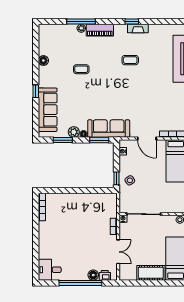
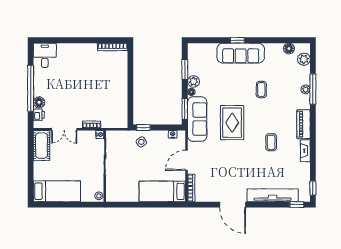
window: (132, 21) -> (313, 188), moved
plant: (53, 30) -> (304, 59), added
piano: (100, 30) -> (304, 124), moved
floor lamp: (43, 61) -> (289, 49), moved
rug: (112, 96) -> (232, 123), added
sofa: (48, 110) -> (241, 53), moved
cot: (151, 273) -> (42, 146), moved

